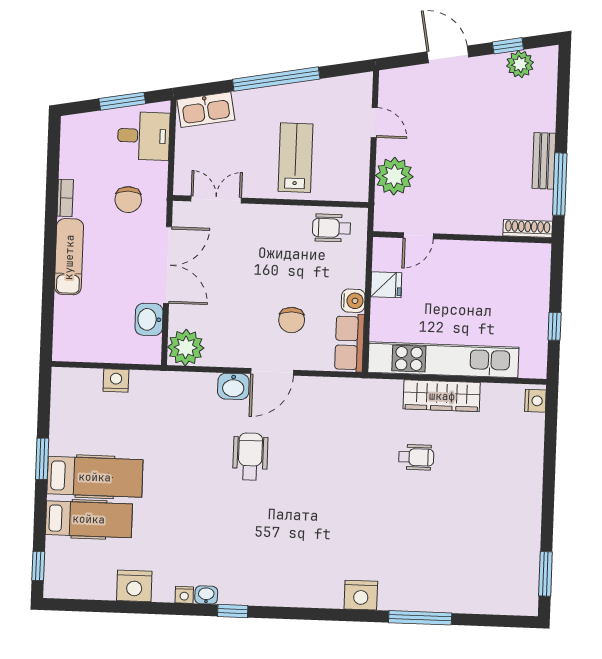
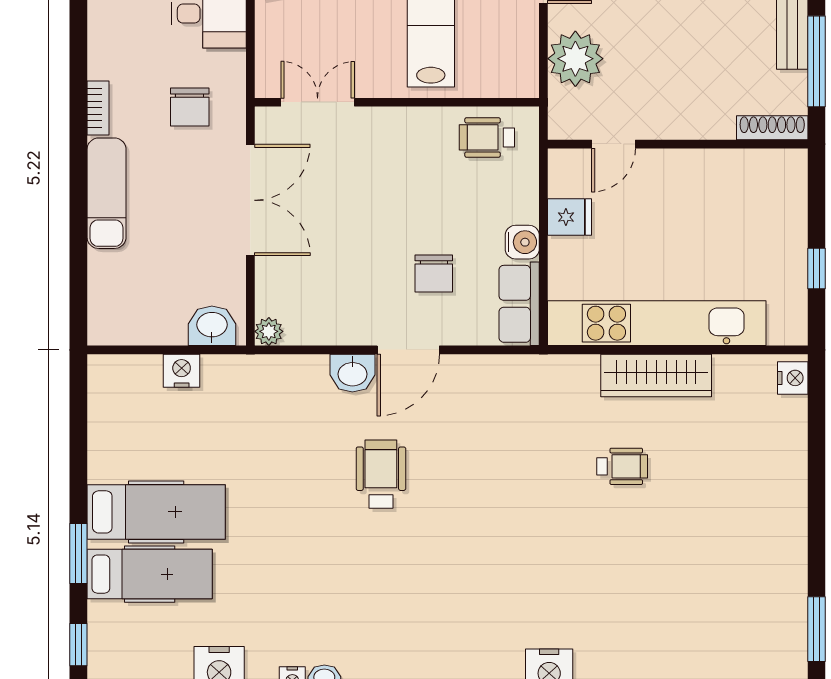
washbasin: (149, 319) -> (212, 326), moved, turned 90
plant: (186, 347) -> (269, 331), width x0.53, depth x0.53
window: (42, 459) -> (78, 554), moved

